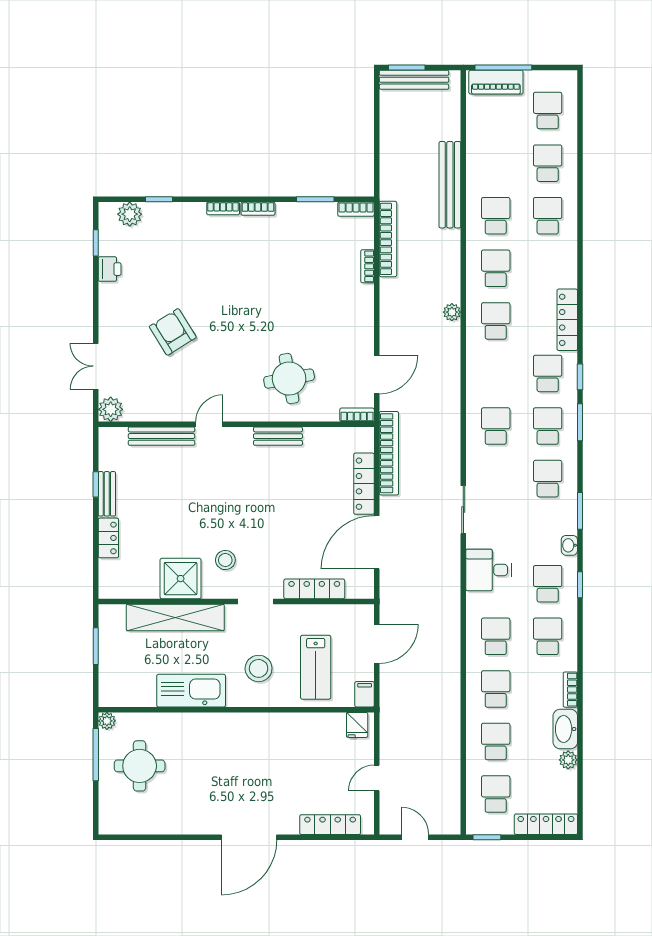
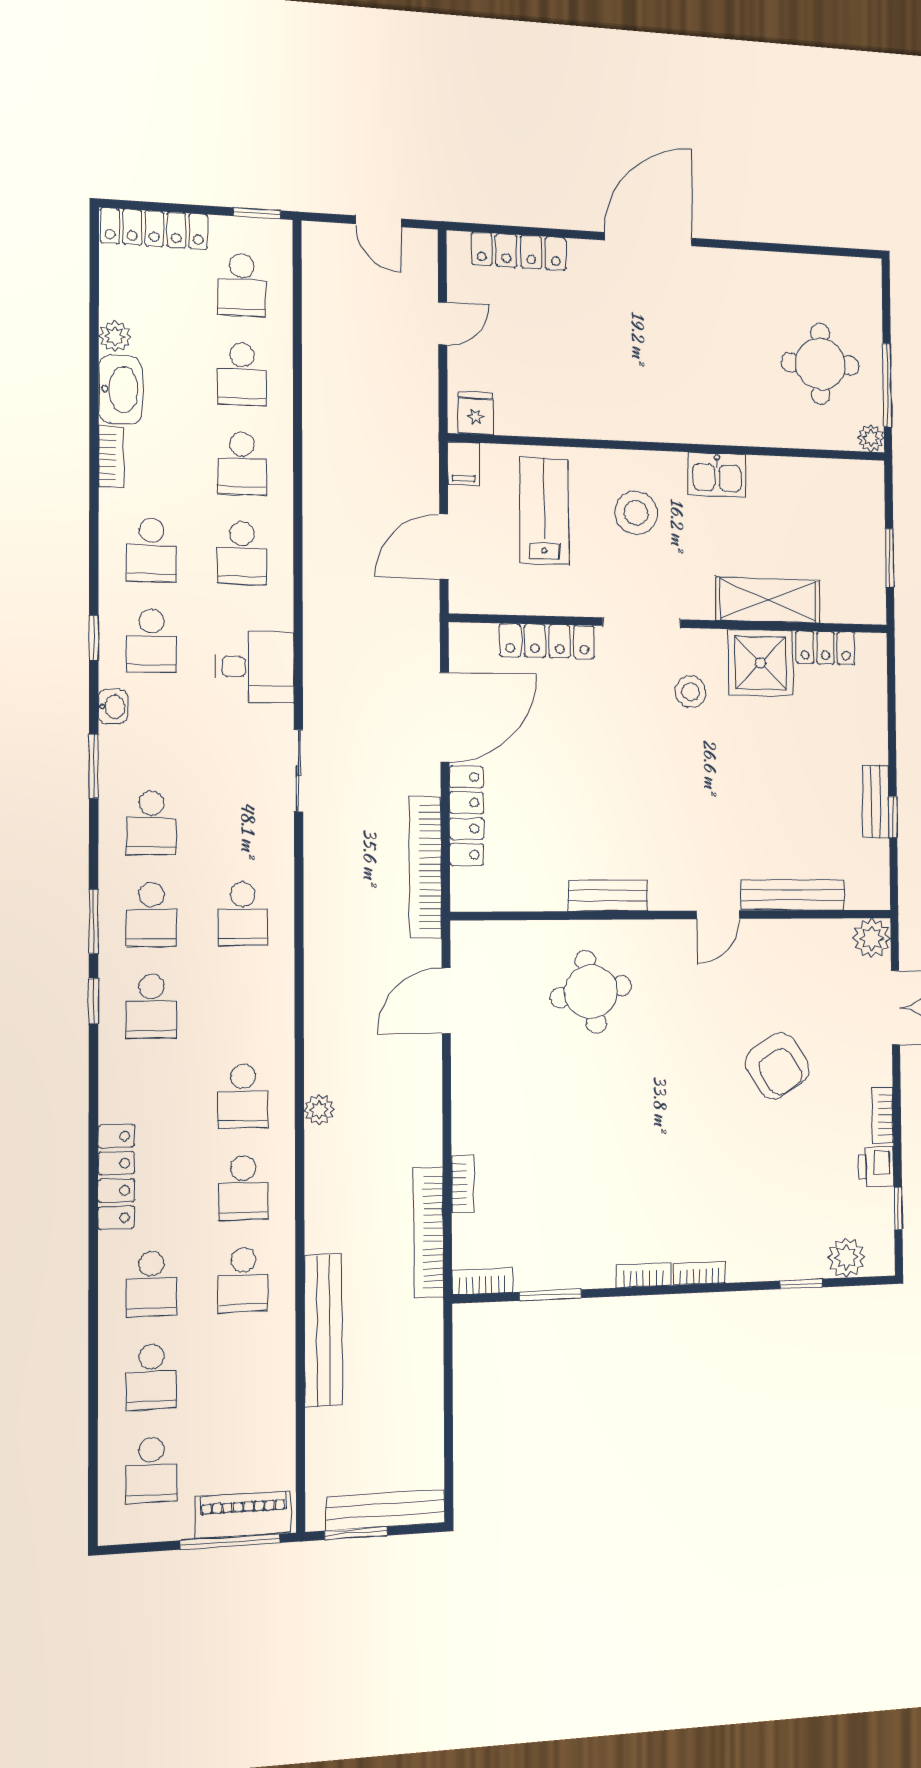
window: (407, 67) -> (356, 1533), moved
locker: (567, 320) -> (116, 1177), moved
bookcase: (357, 415) -> (882, 1115), moved, turned 90
locker: (108, 538) -> (825, 648), moved, turned -90
doorway: (256, 602) -> (642, 623), width x1.38
shelving: (175, 617) -> (768, 600), width x0.68
kitchen sink: (191, 691) -> (717, 475), width x0.53, depth x0.81

